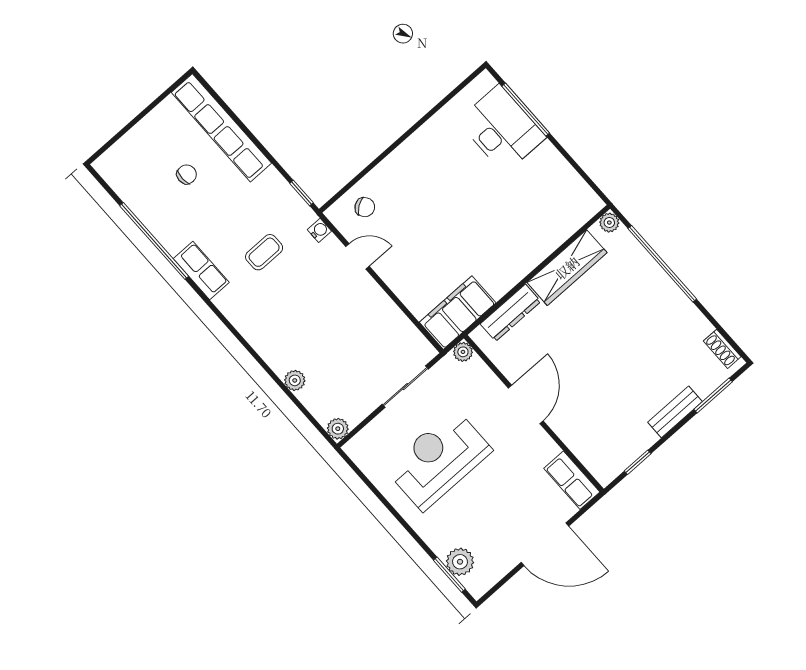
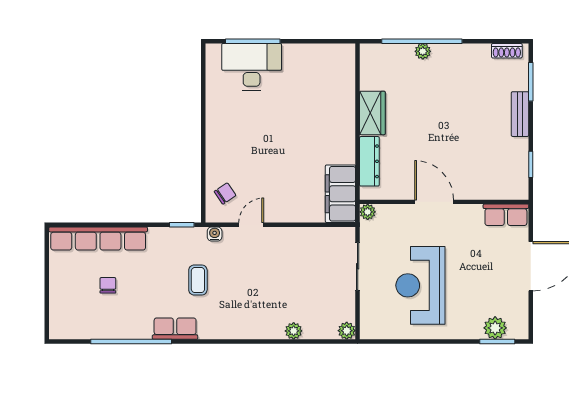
plant: (609, 223) -> (423, 51), moved
wardrobe: (567, 268) -> (372, 113), width x0.67

